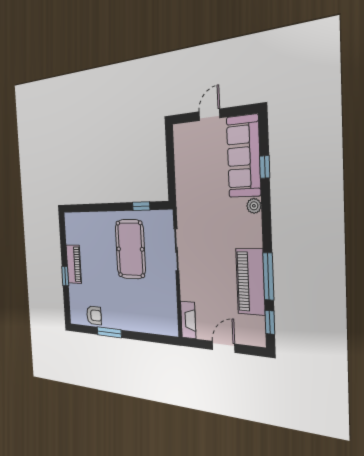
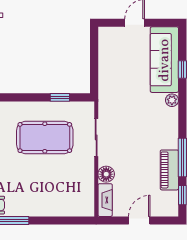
pool table: (130, 249) -> (45, 138), turned 90
piano: (250, 282) -> (169, 170), width x0.73, depth x0.75
floor lamp: (188, 291) -> (106, 174), added

